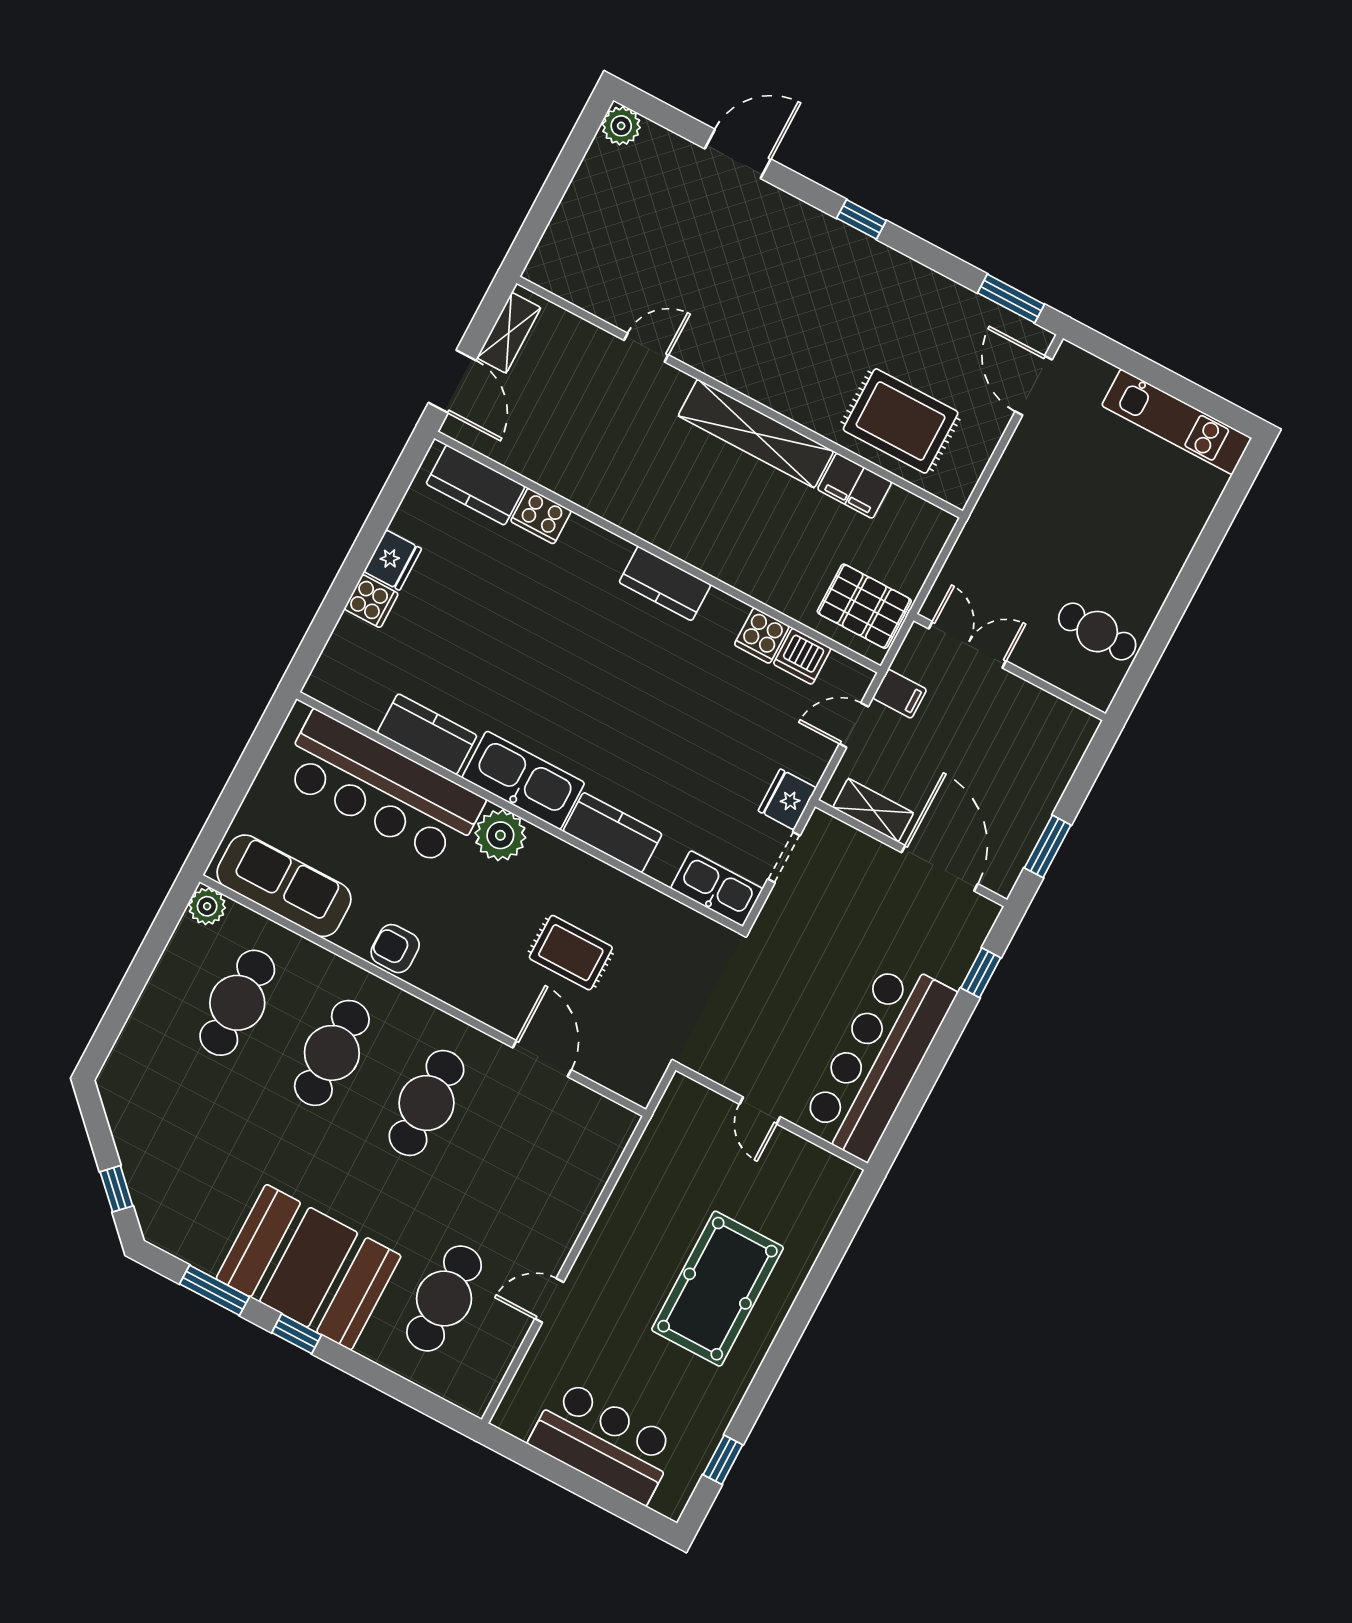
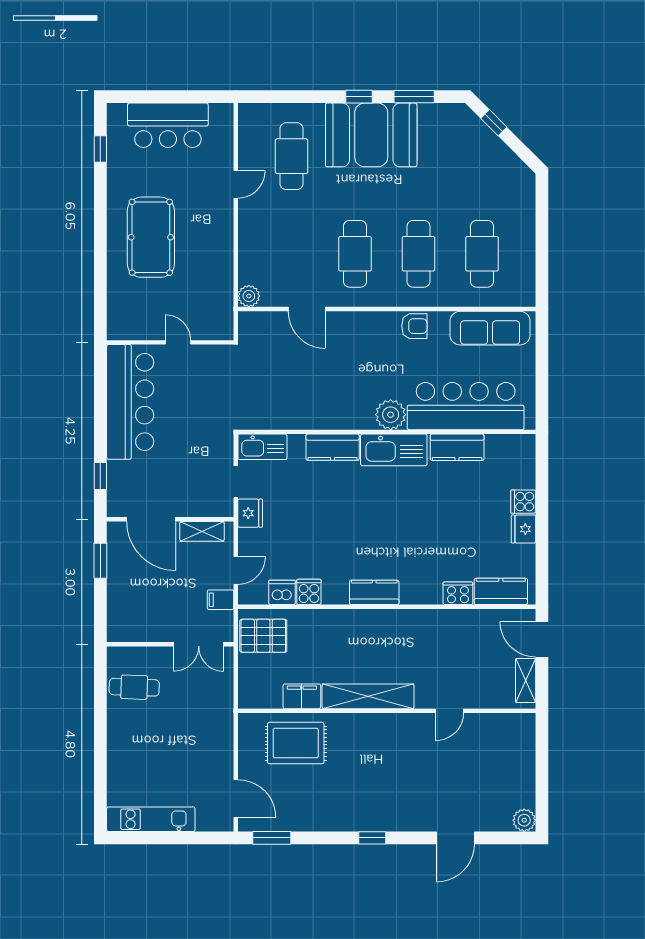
plant: (207, 906) -> (249, 296), moved
rug: (571, 953) -> (321, 373), removed

